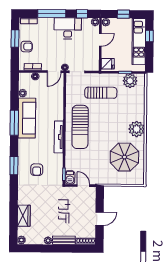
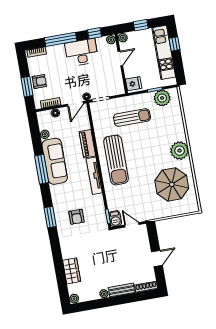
window: (15, 39) -> (27, 87), moved
piano: (58, 108) -> (87, 144), added

